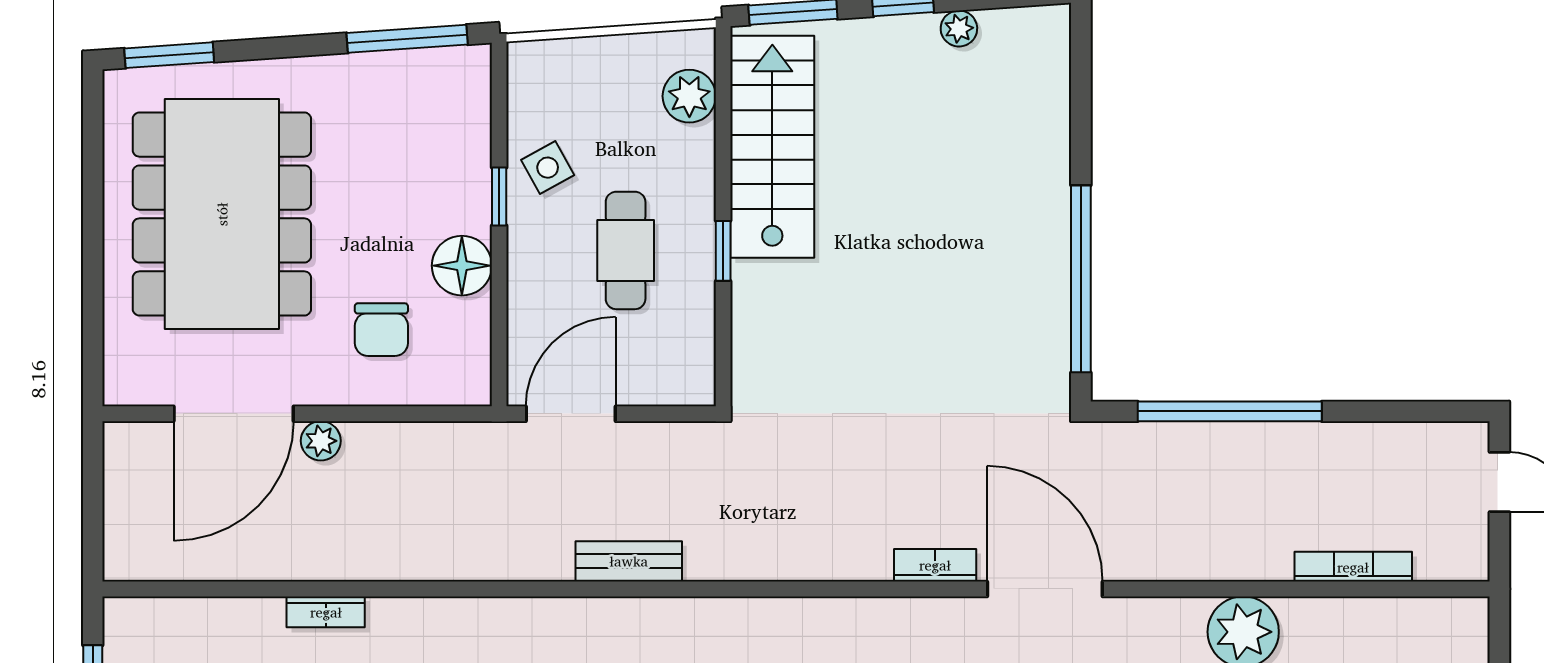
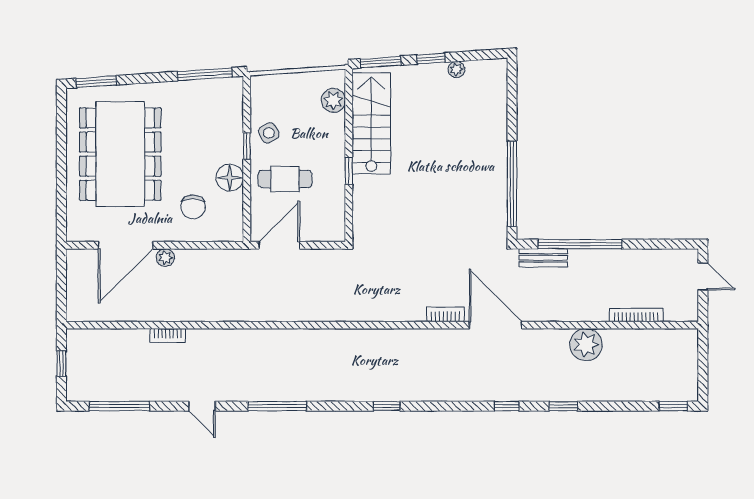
cafe table: (626, 250) -> (285, 179), moved, turned 90
bench: (629, 561) -> (543, 258), moved

